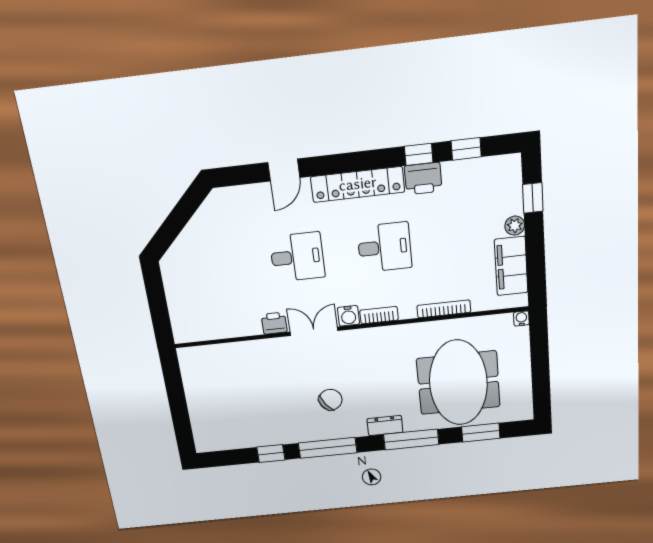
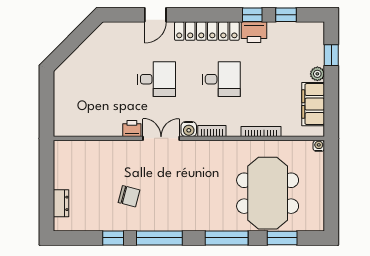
chair: (331, 400) -> (129, 196), moved, turned 51
dresser: (385, 426) -> (61, 203), moved, turned 90

